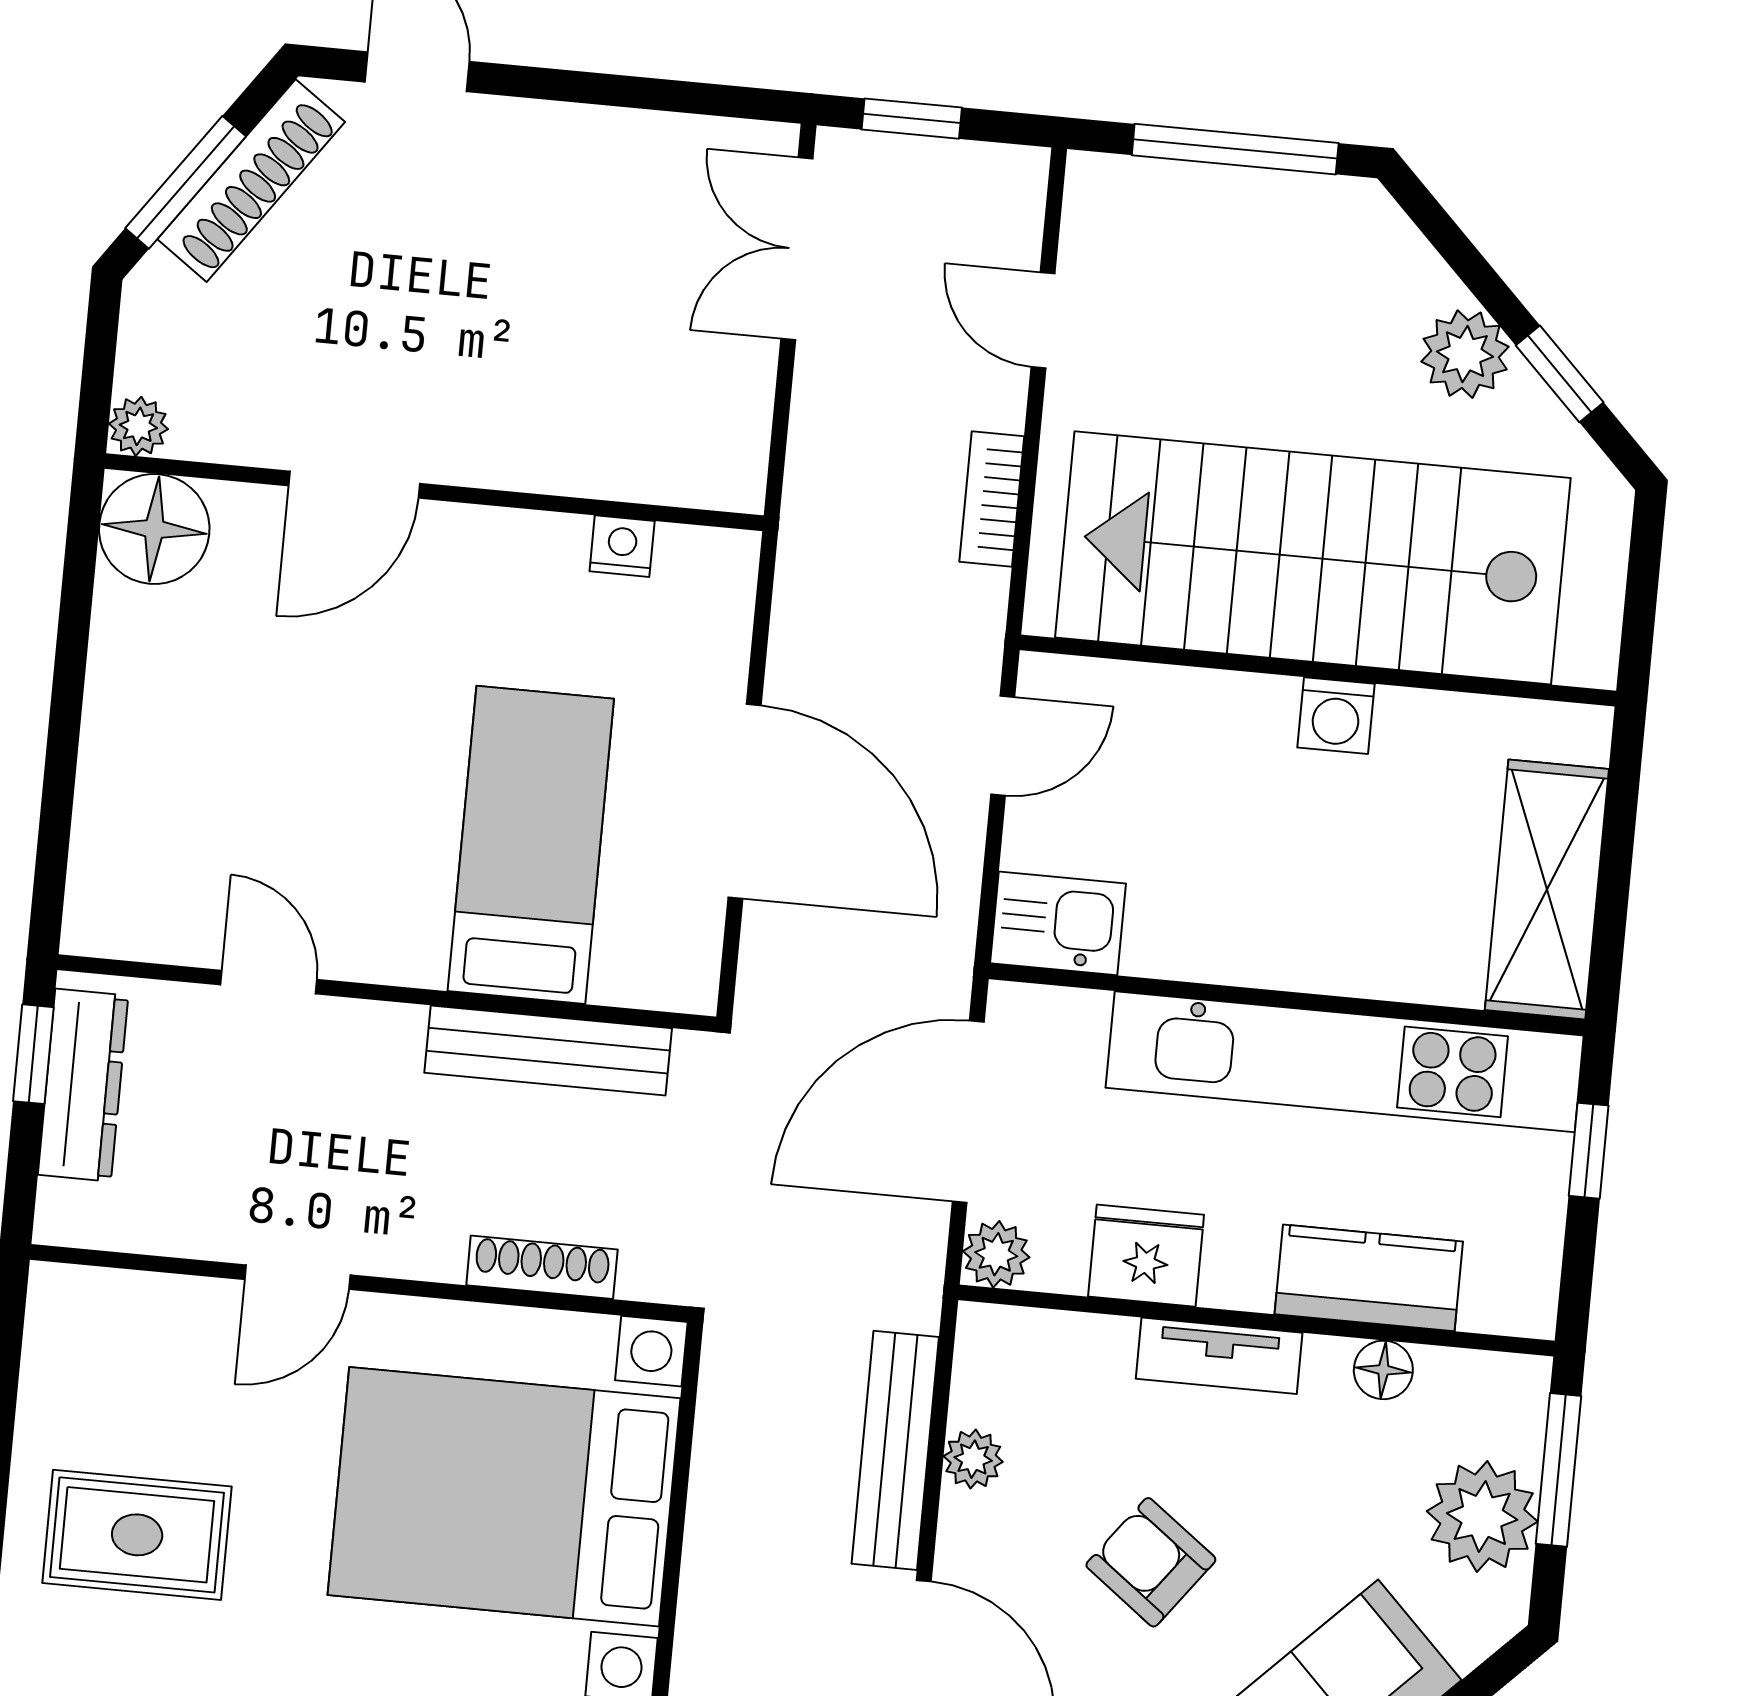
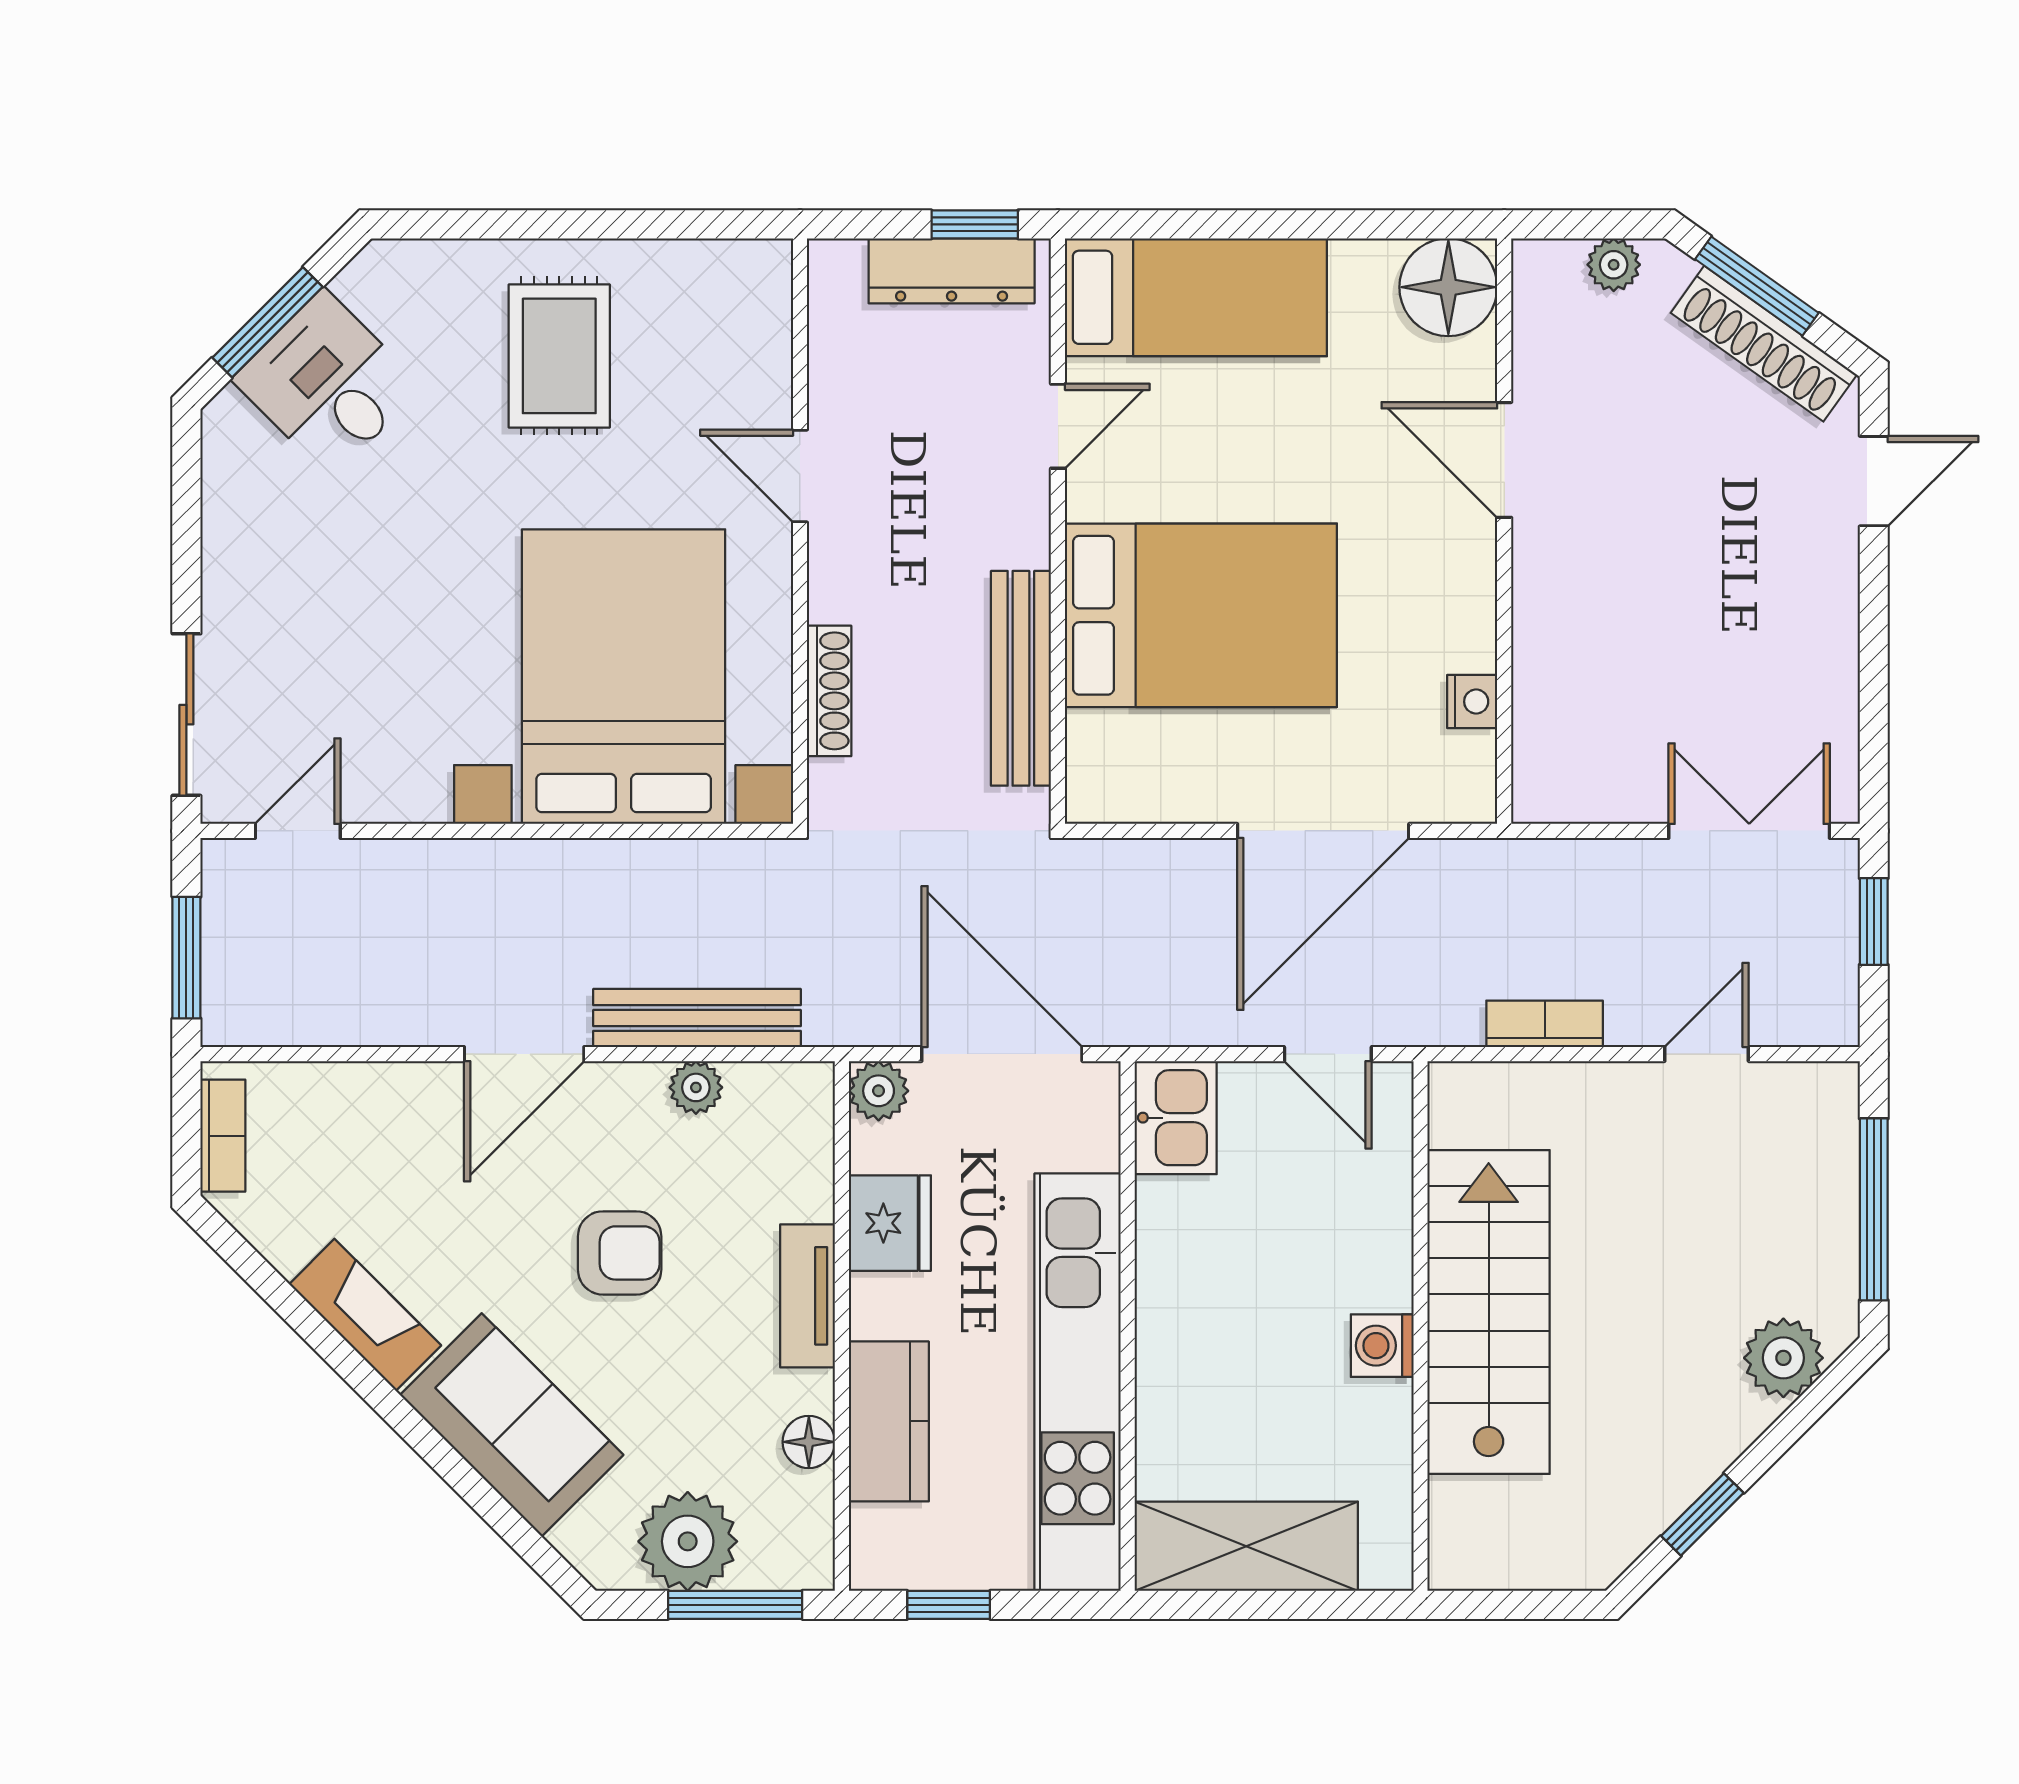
plant: (1465, 354) -> (1783, 1358), moved
plant: (138, 426) -> (1614, 265), moved
stairs: (1313, 558) -> (1489, 1312), width x0.73, depth x0.66
door: (745, 801) -> (1323, 831), moved
bed: (139, 813) -> (1196, 297), added
bed: (531, 845) -> (1201, 615), width x1.50
window: (1589, 1151) -> (949, 1605), moved
armchair: (1151, 1562) -> (620, 1253), turned 53

